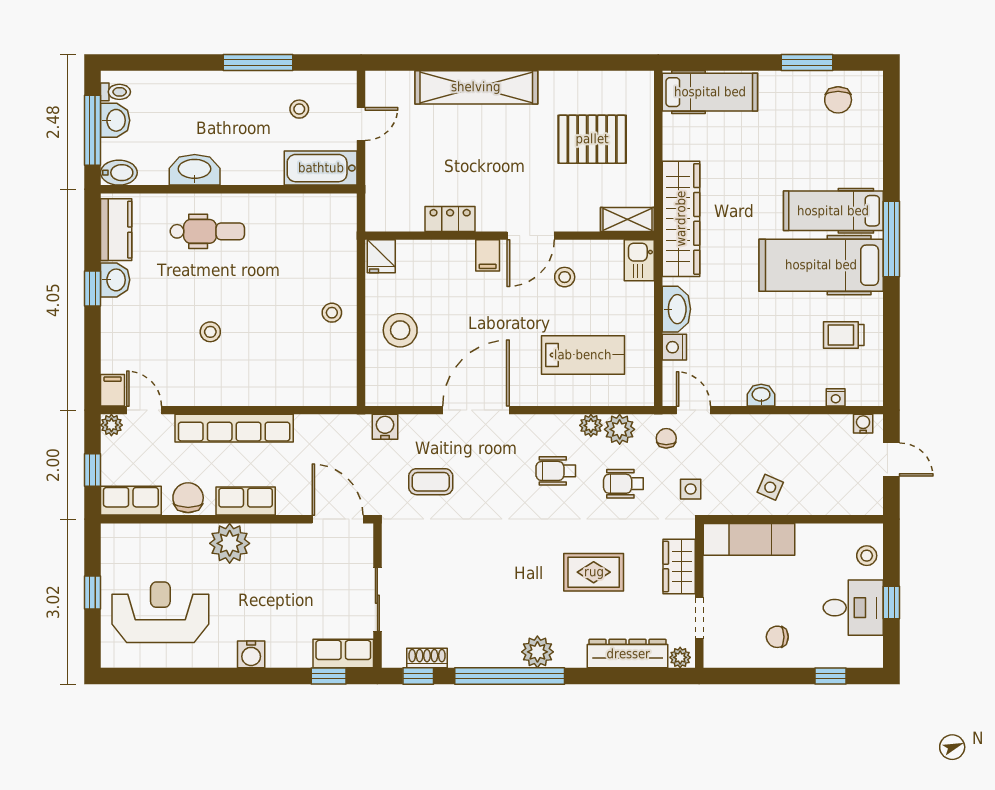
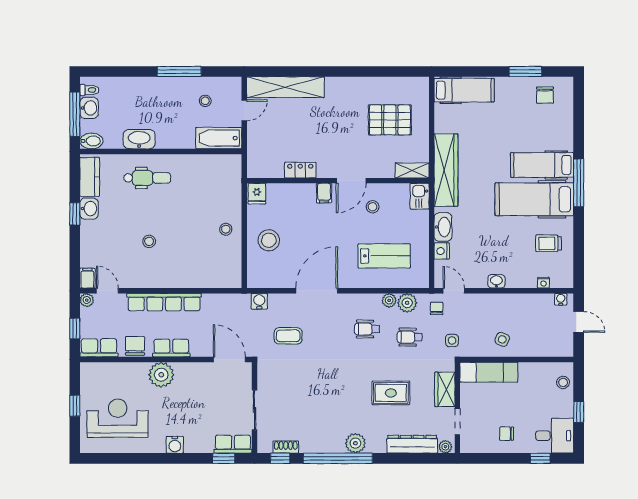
shelving: (476, 87) -> (285, 87), moved
desk: (853, 608) -> (555, 436), moved

